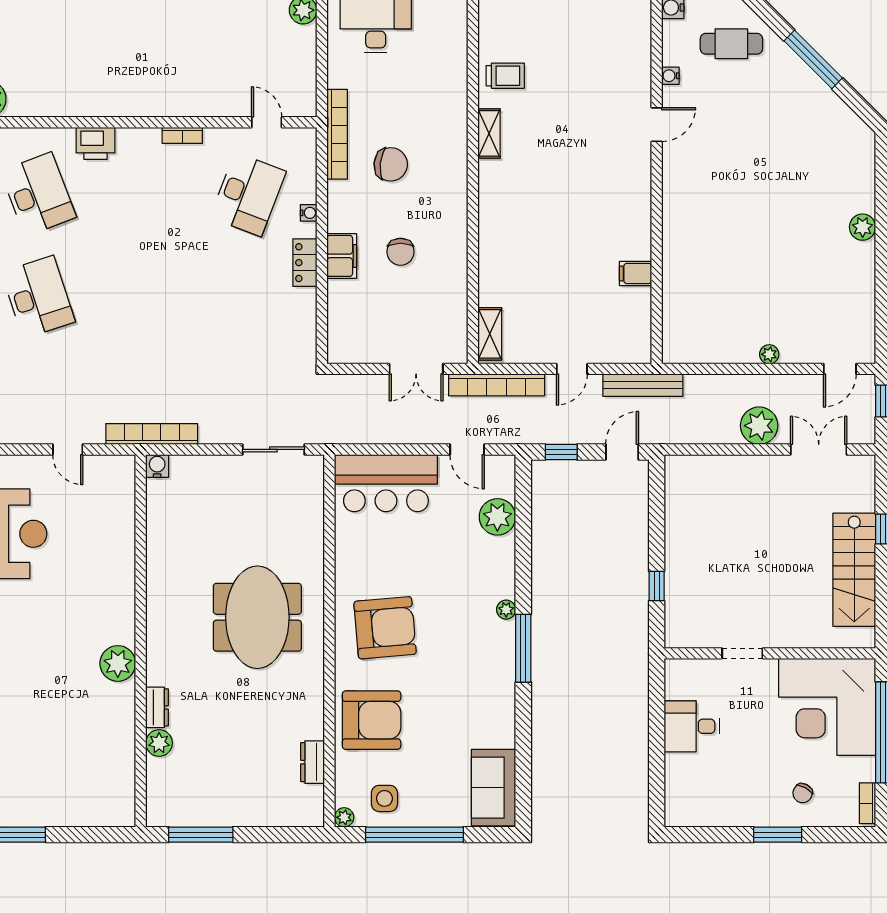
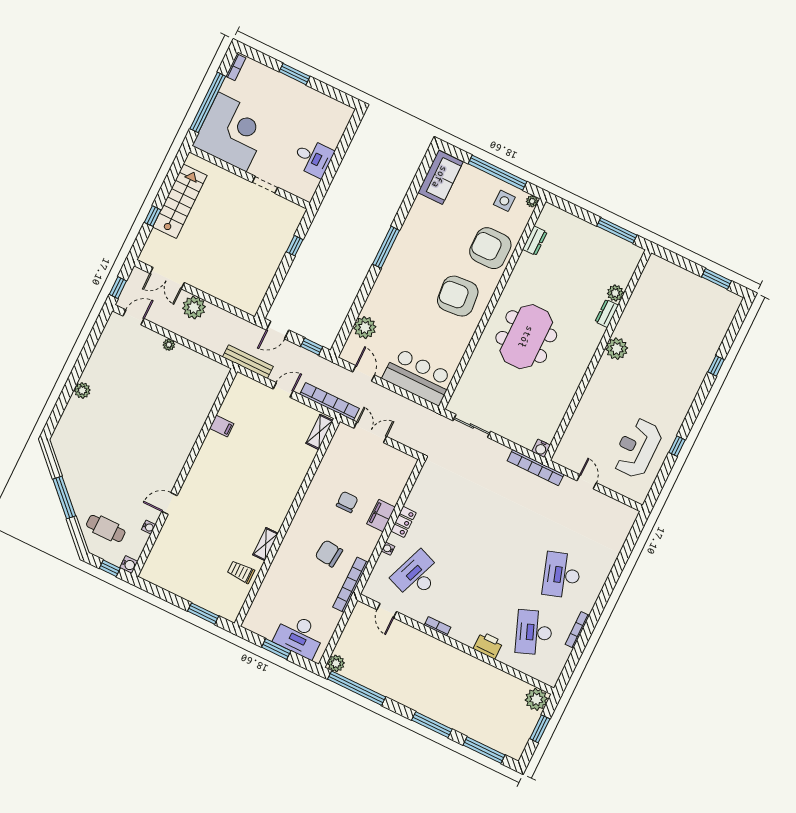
plant: (506, 610) -> (385, 273), removed
chair: (803, 793) -> (269, 90), removed

